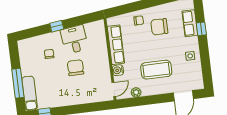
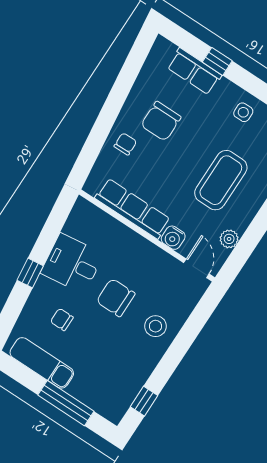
exam couch: (30, 93) -> (42, 363), moved
stool: (78, 93) -> (155, 326), added

